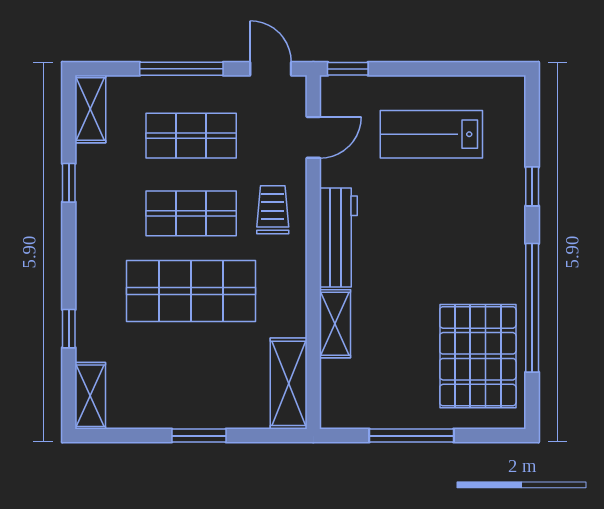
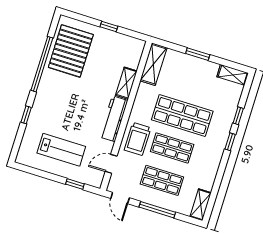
window: (348, 69) -> (75, 184), moved
window: (69, 183) -> (230, 142), moved
trolley: (273, 210) -> (138, 139), width x1.36, depth x1.39
shelving: (90, 396) -> (233, 75), moved, turned 90
window: (411, 436) -> (109, 26), width x0.46

